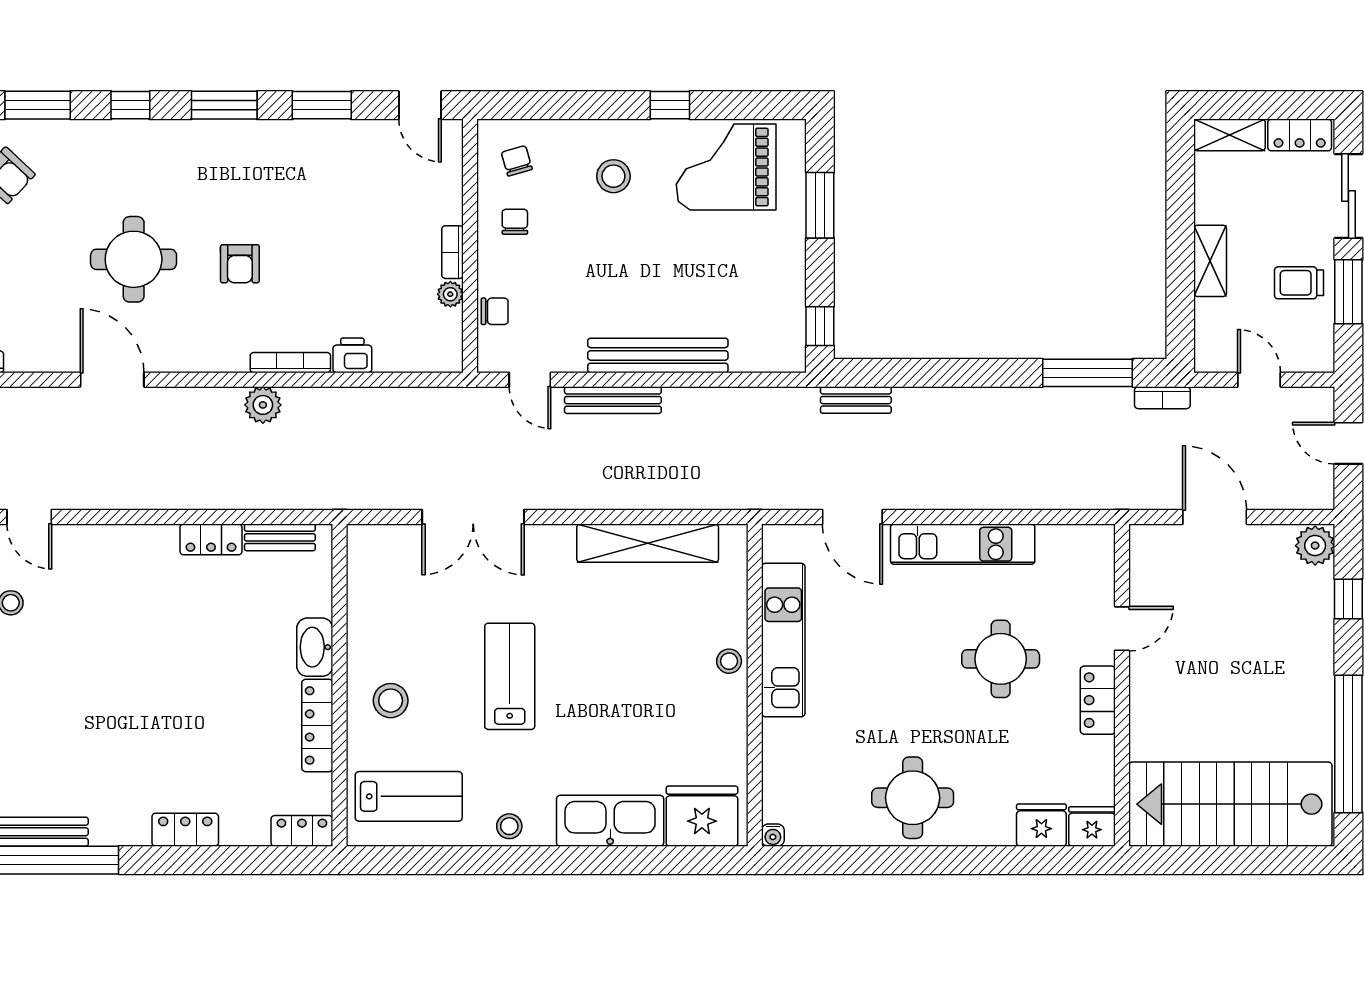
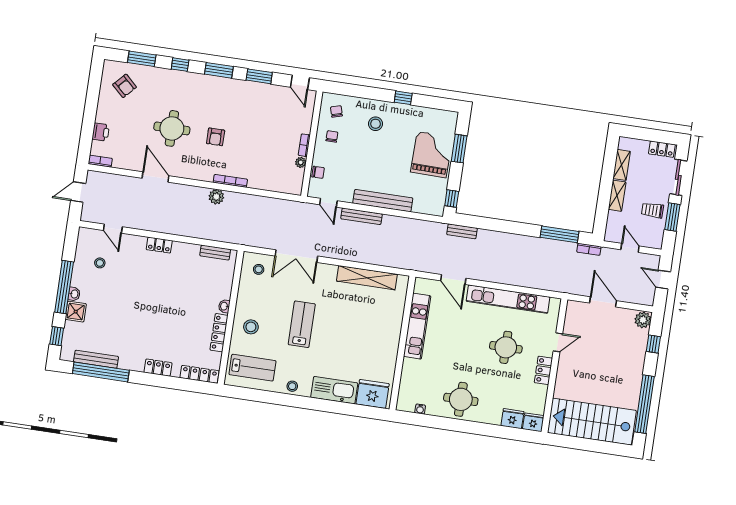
shelving: (1230, 135) -> (622, 165), moved, turned 90
grand piano: (726, 167) -> (432, 155), moved, turned 91
printer: (352, 355) -> (256, 182), removed
locker: (211, 539) -> (159, 245), moved
kitchen unit: (963, 544) -> (508, 299), width x1.36
washbasin: (315, 647) -> (224, 306), width x0.52, depth x0.69
stool: (729, 661) -> (259, 269), moved
locker: (302, 831) -> (199, 374), width x1.53
water cooler: (773, 835) -> (420, 409), moved

